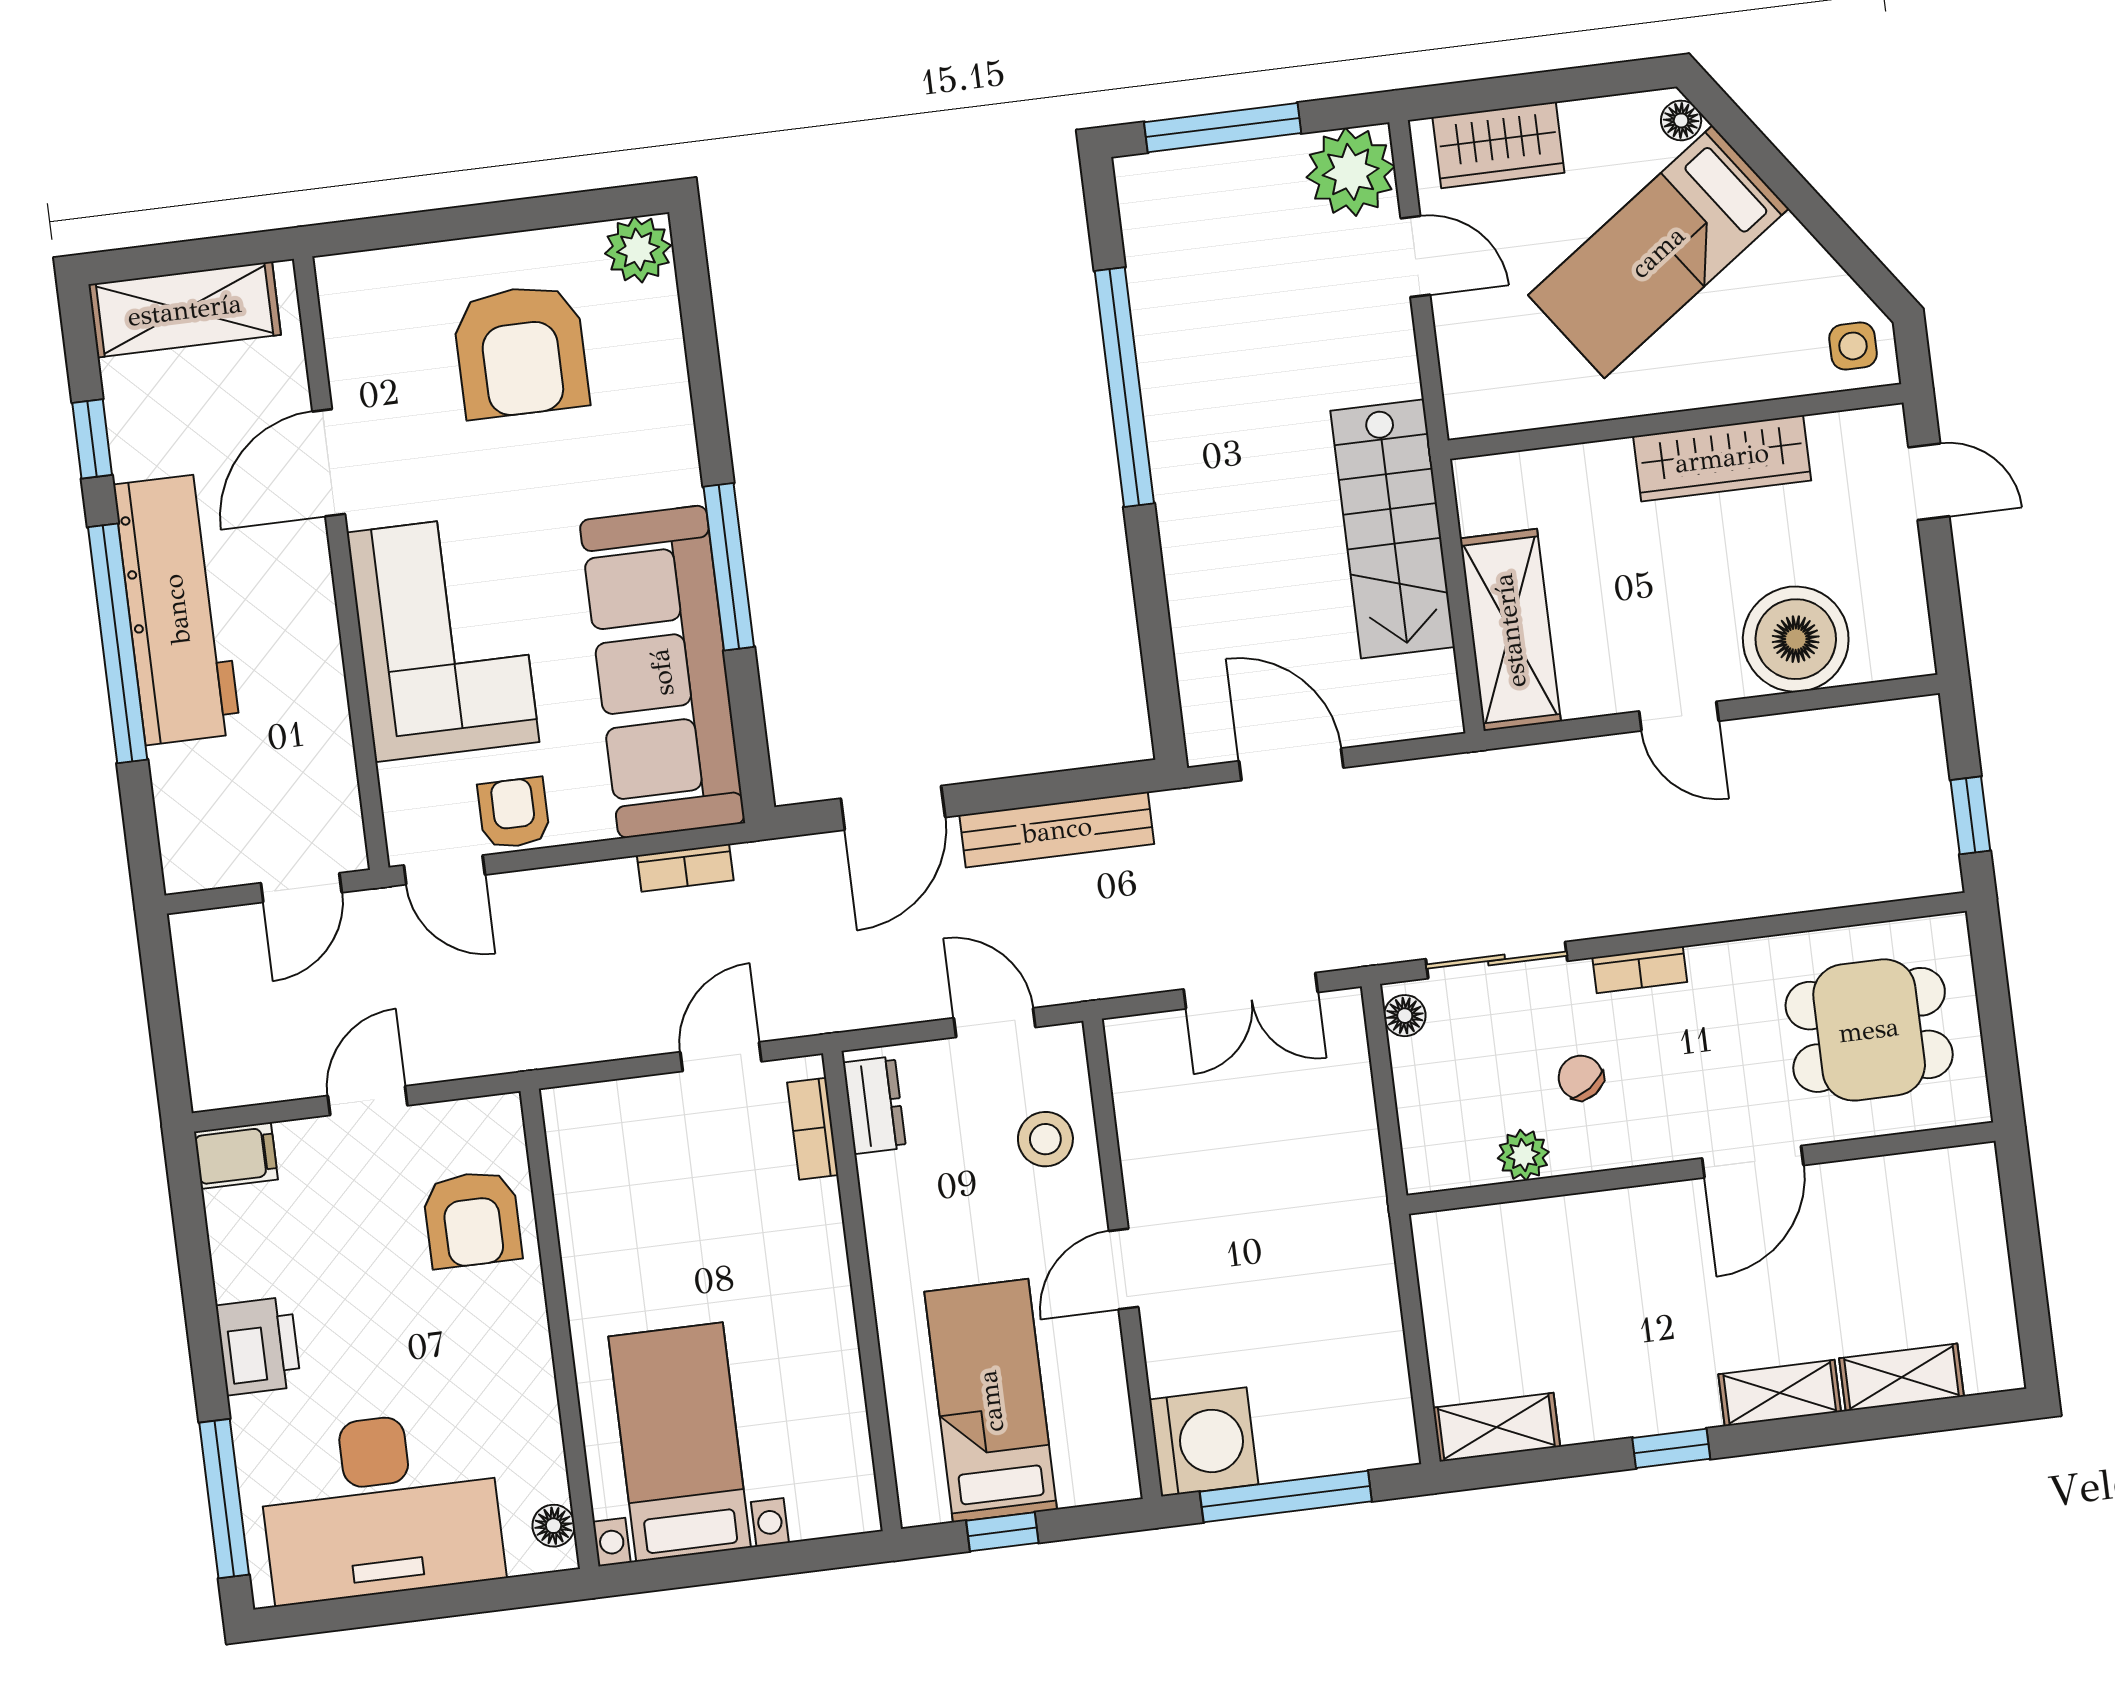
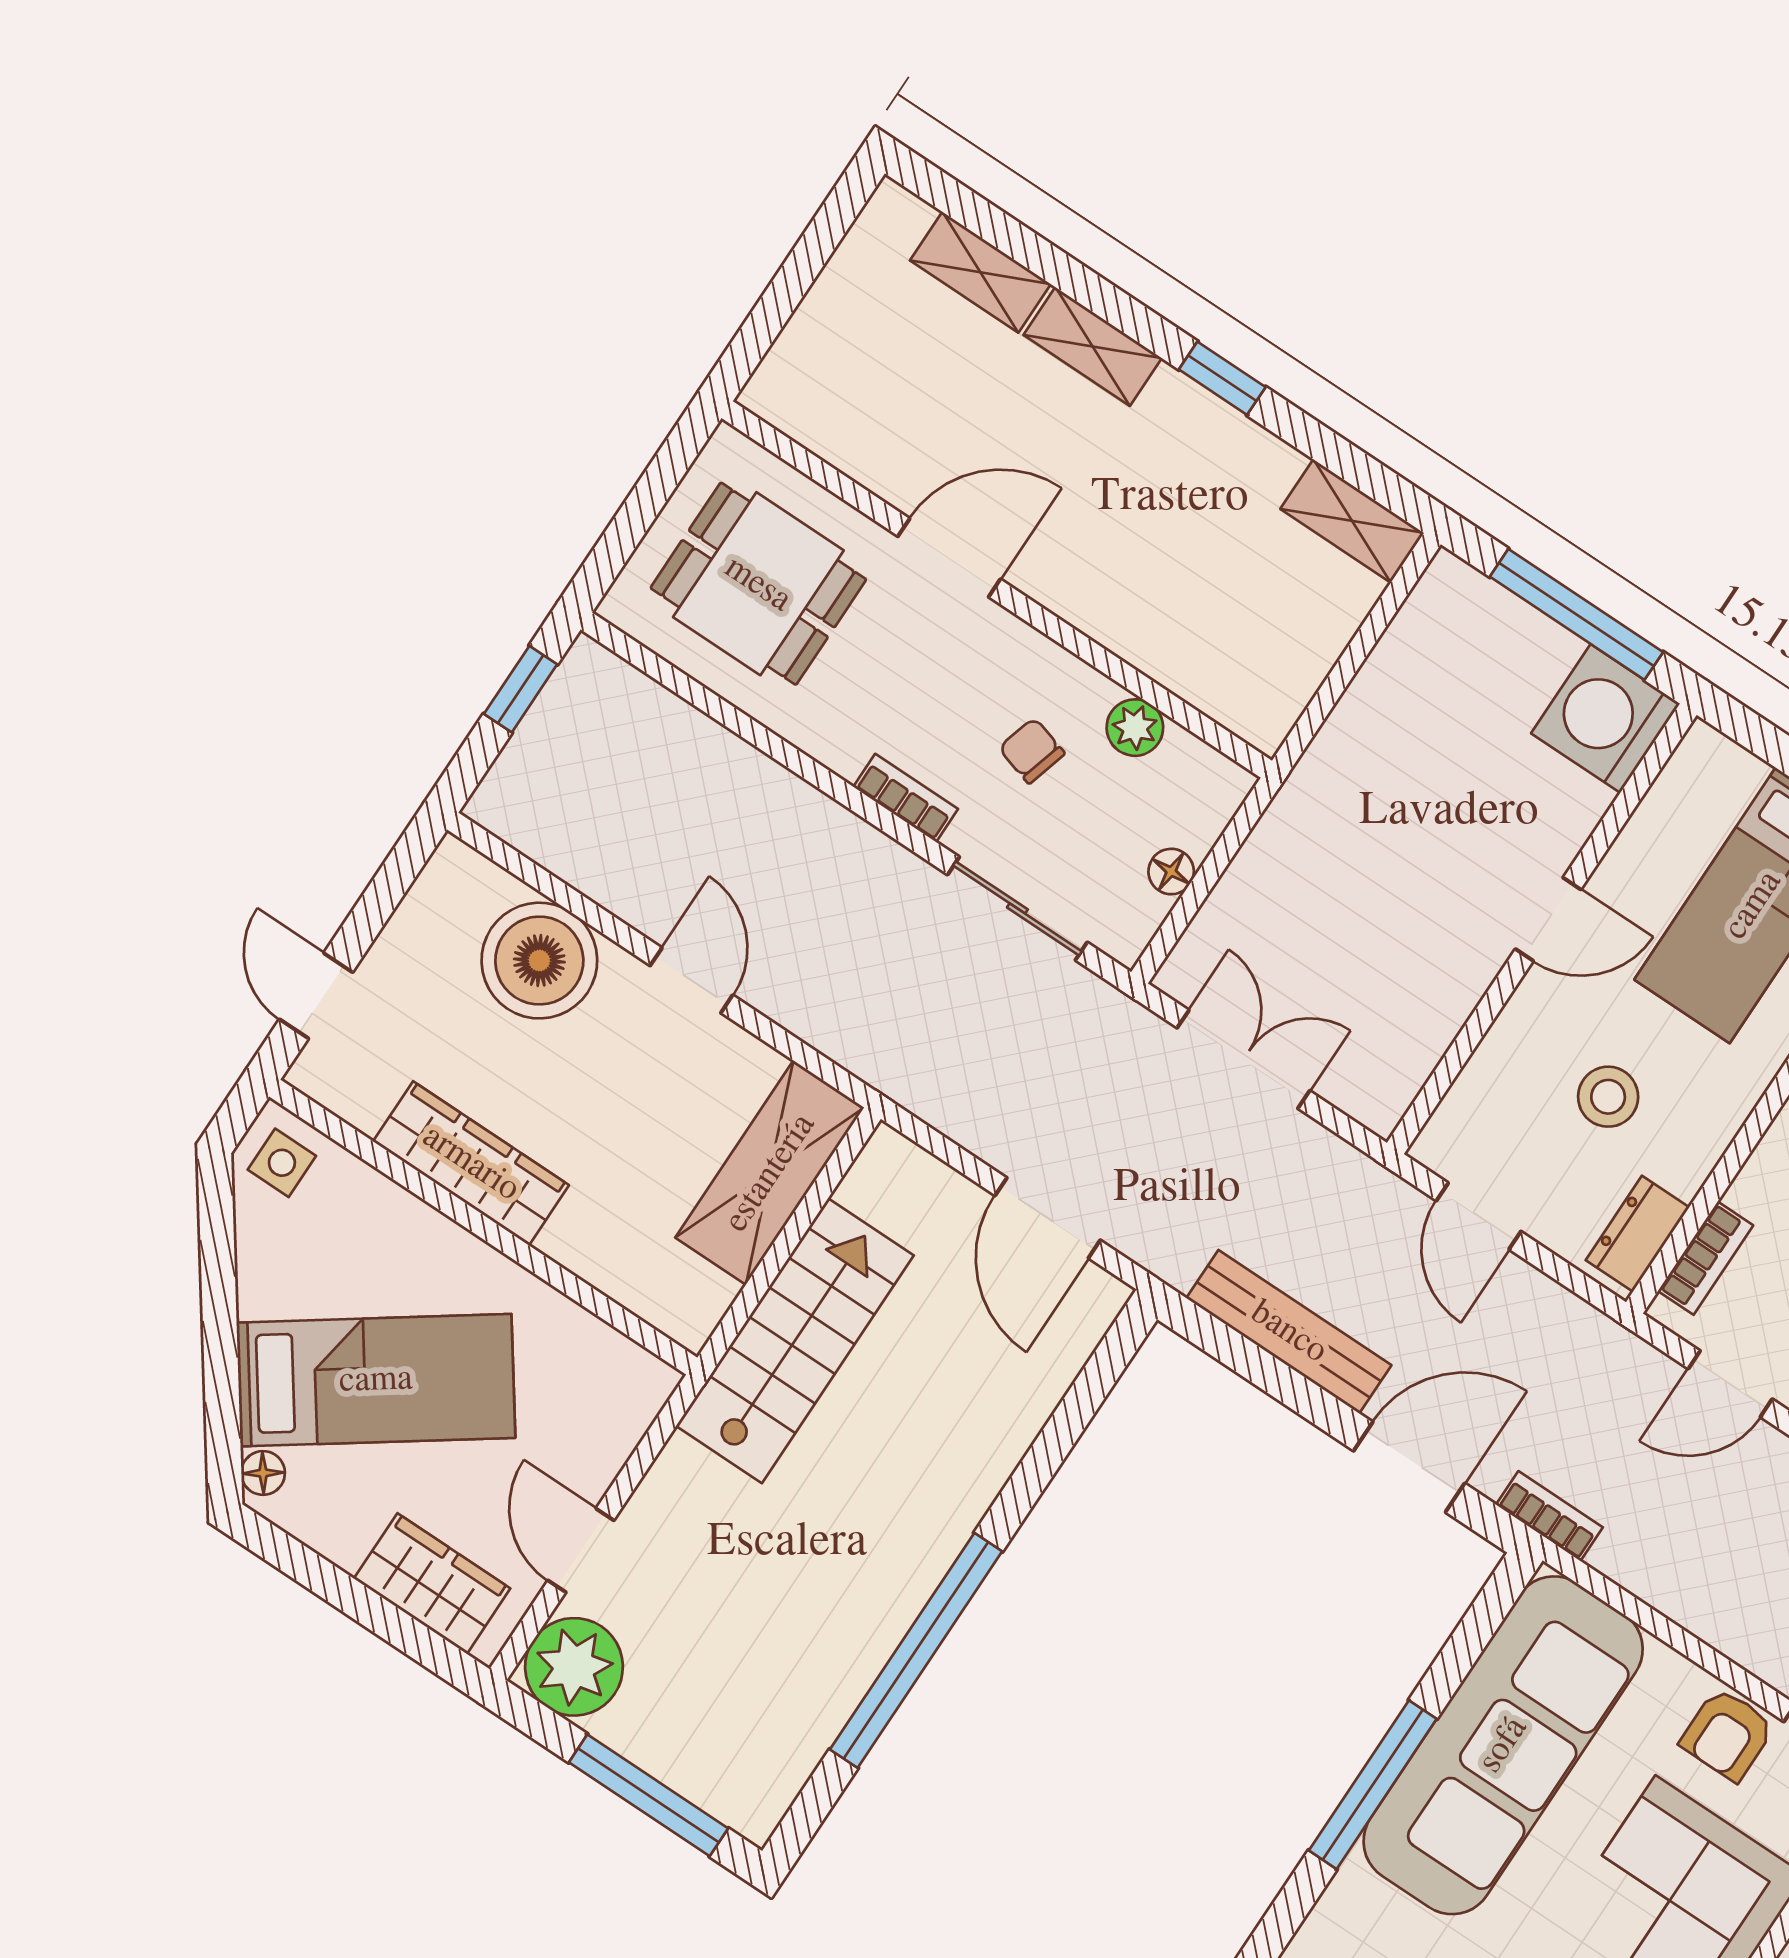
bookcase: (685, 868) -> (1549, 1516), moved
floor lamp: (1405, 1016) -> (1171, 872), moved
chair: (1581, 1078) -> (1032, 751), turned 141
stool: (1045, 1139) -> (1608, 1097), moved

